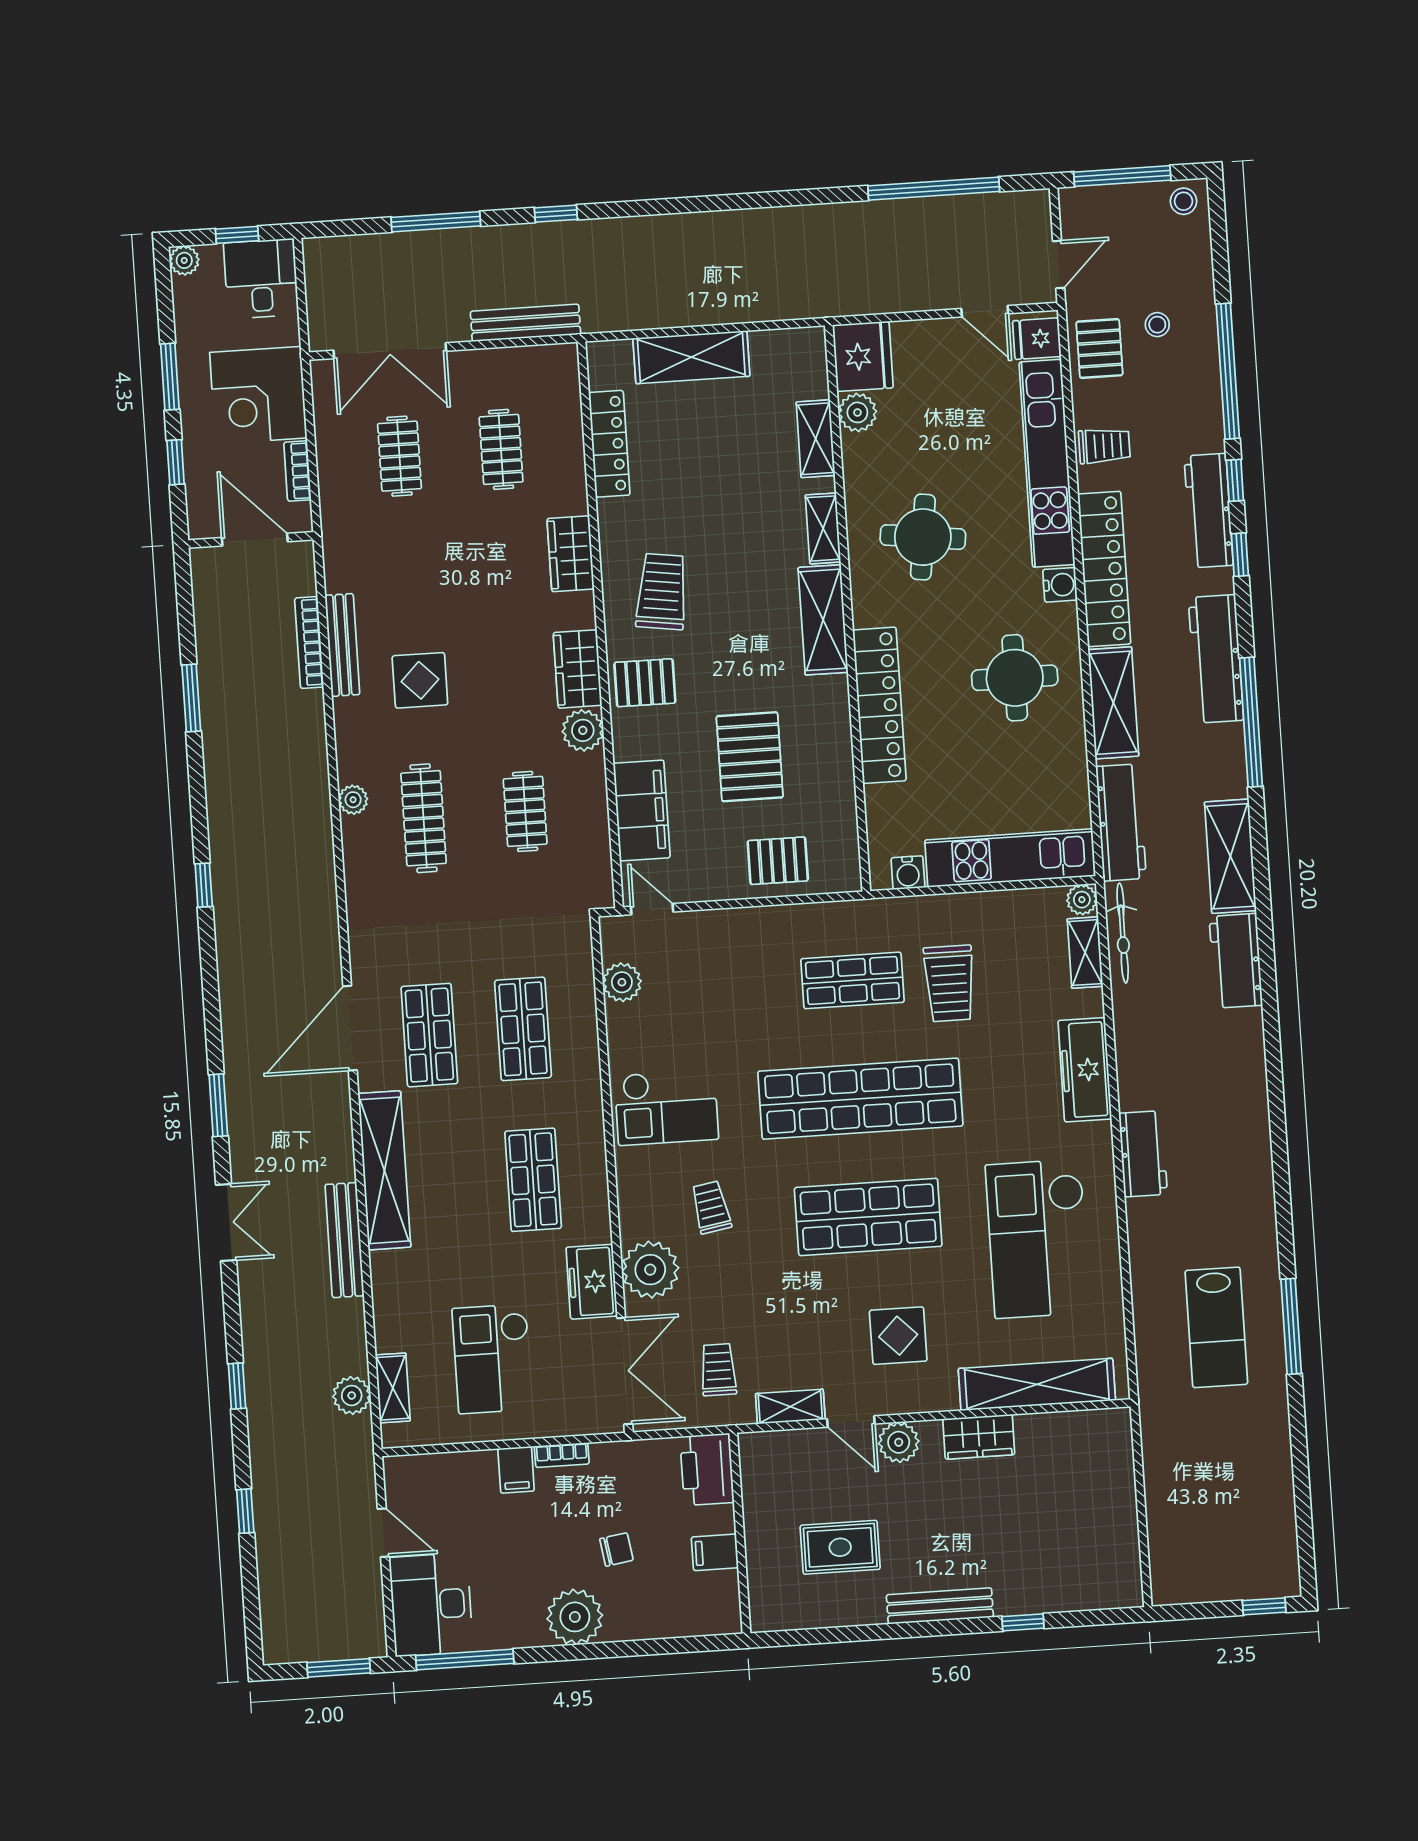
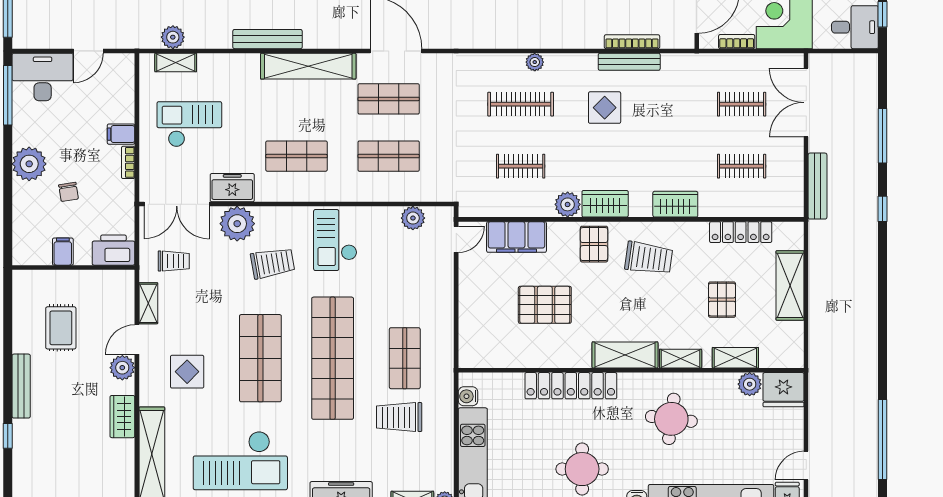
pallet: (778, 861) -> (722, 300), moved
trolley: (711, 1207) -> (273, 263), width x1.36, depth x1.39
checkout: (1038, 1239) -> (240, 461), turned 180

